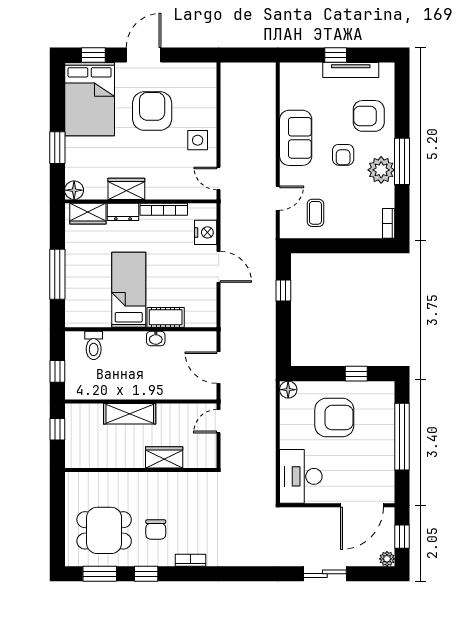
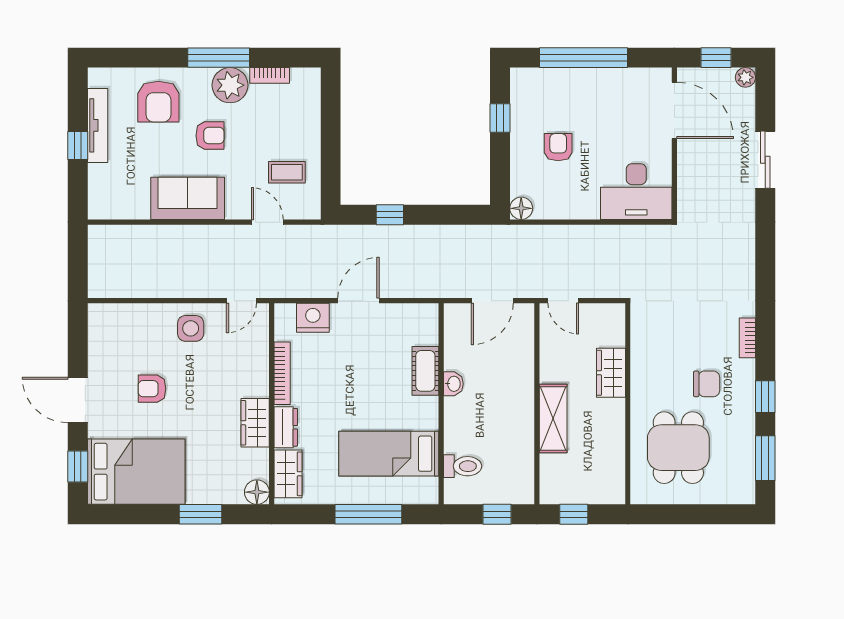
armchair: (152, 111) -> (152, 389), width x0.53, depth x0.53
bookcase: (389, 223) -> (270, 75), moved
bed: (129, 290) -> (389, 454), moved
armchair: (334, 418) -> (558, 147), width x0.53, depth x0.53
dining table: (104, 530) -> (678, 448), moved

